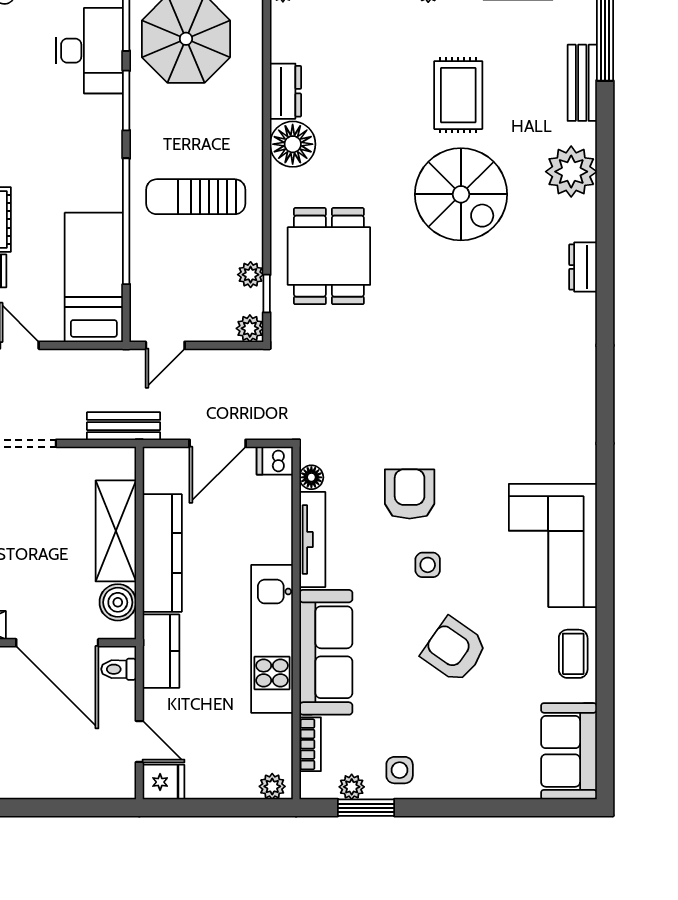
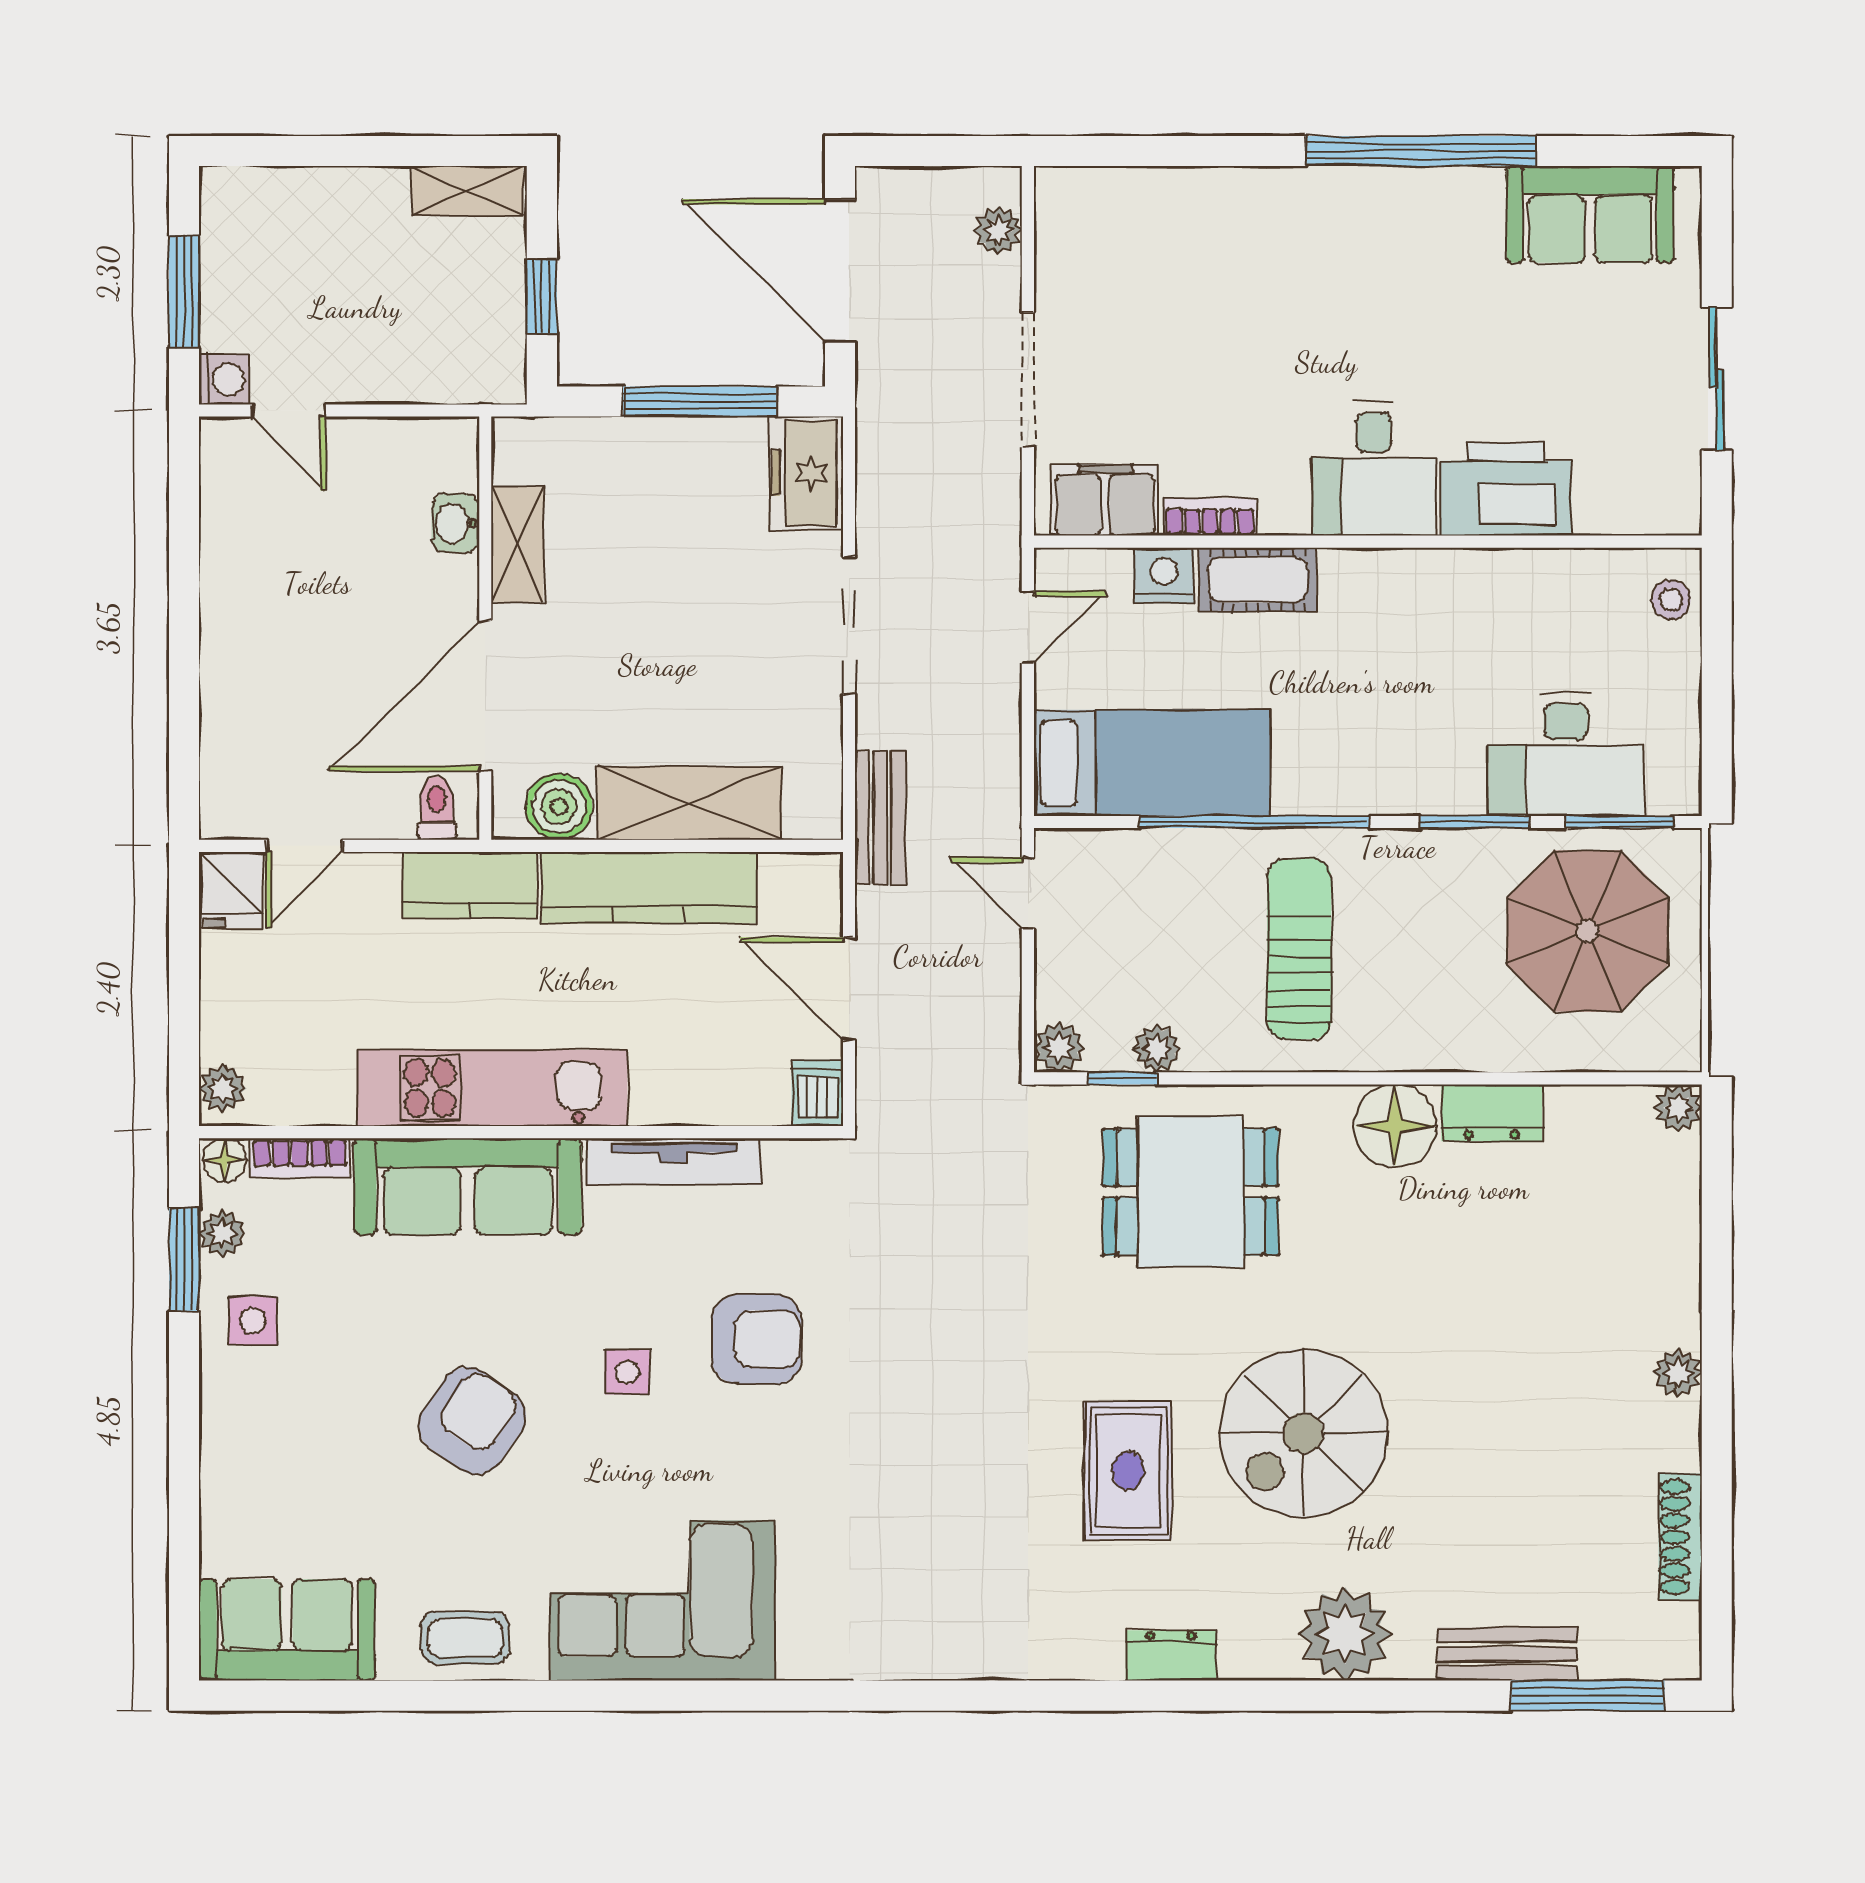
rug: (458, 95) -> (1128, 1471), moved, turned 90
floor lamp: (311, 477) -> (224, 1160), moved

